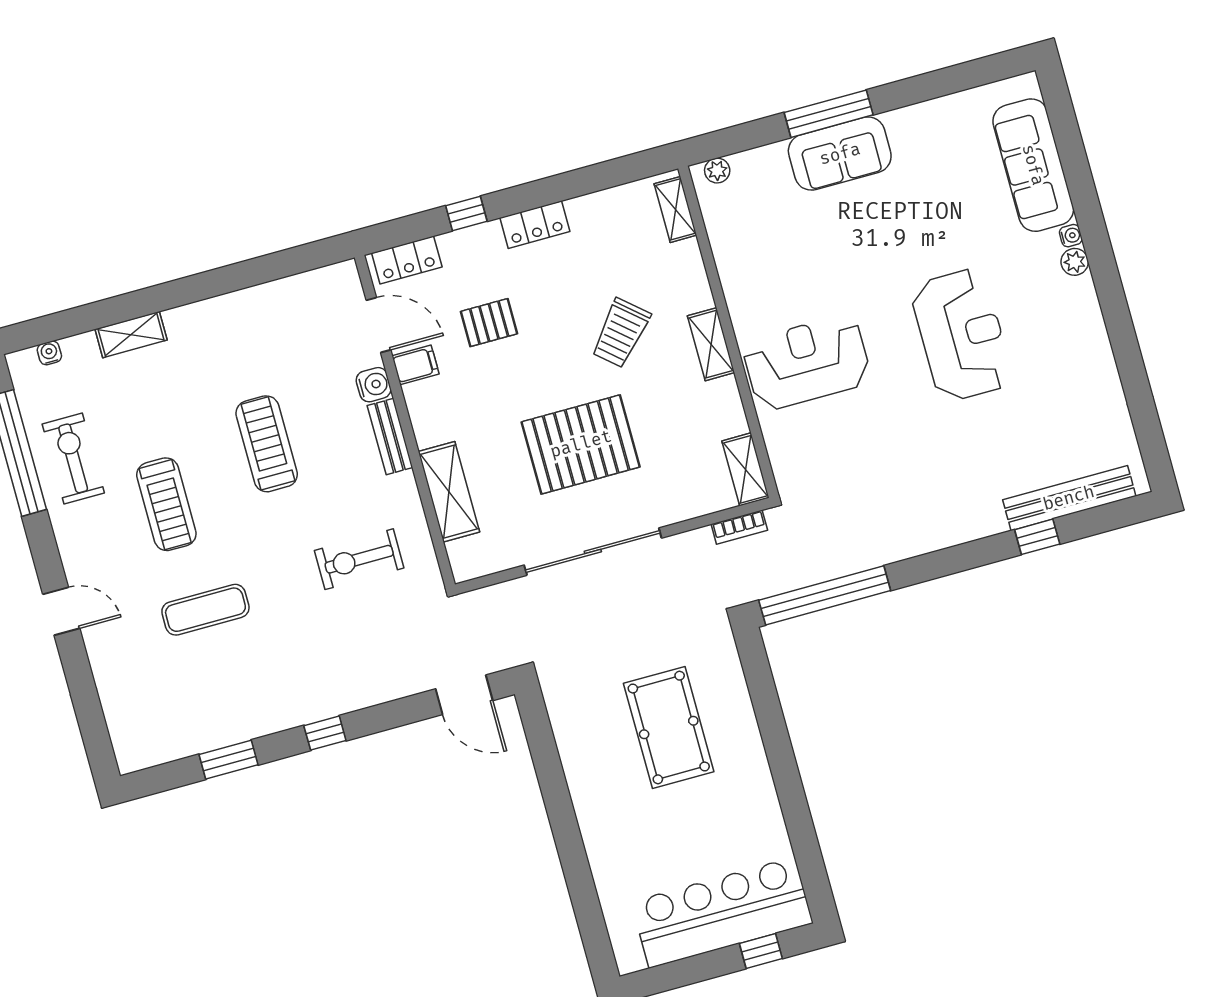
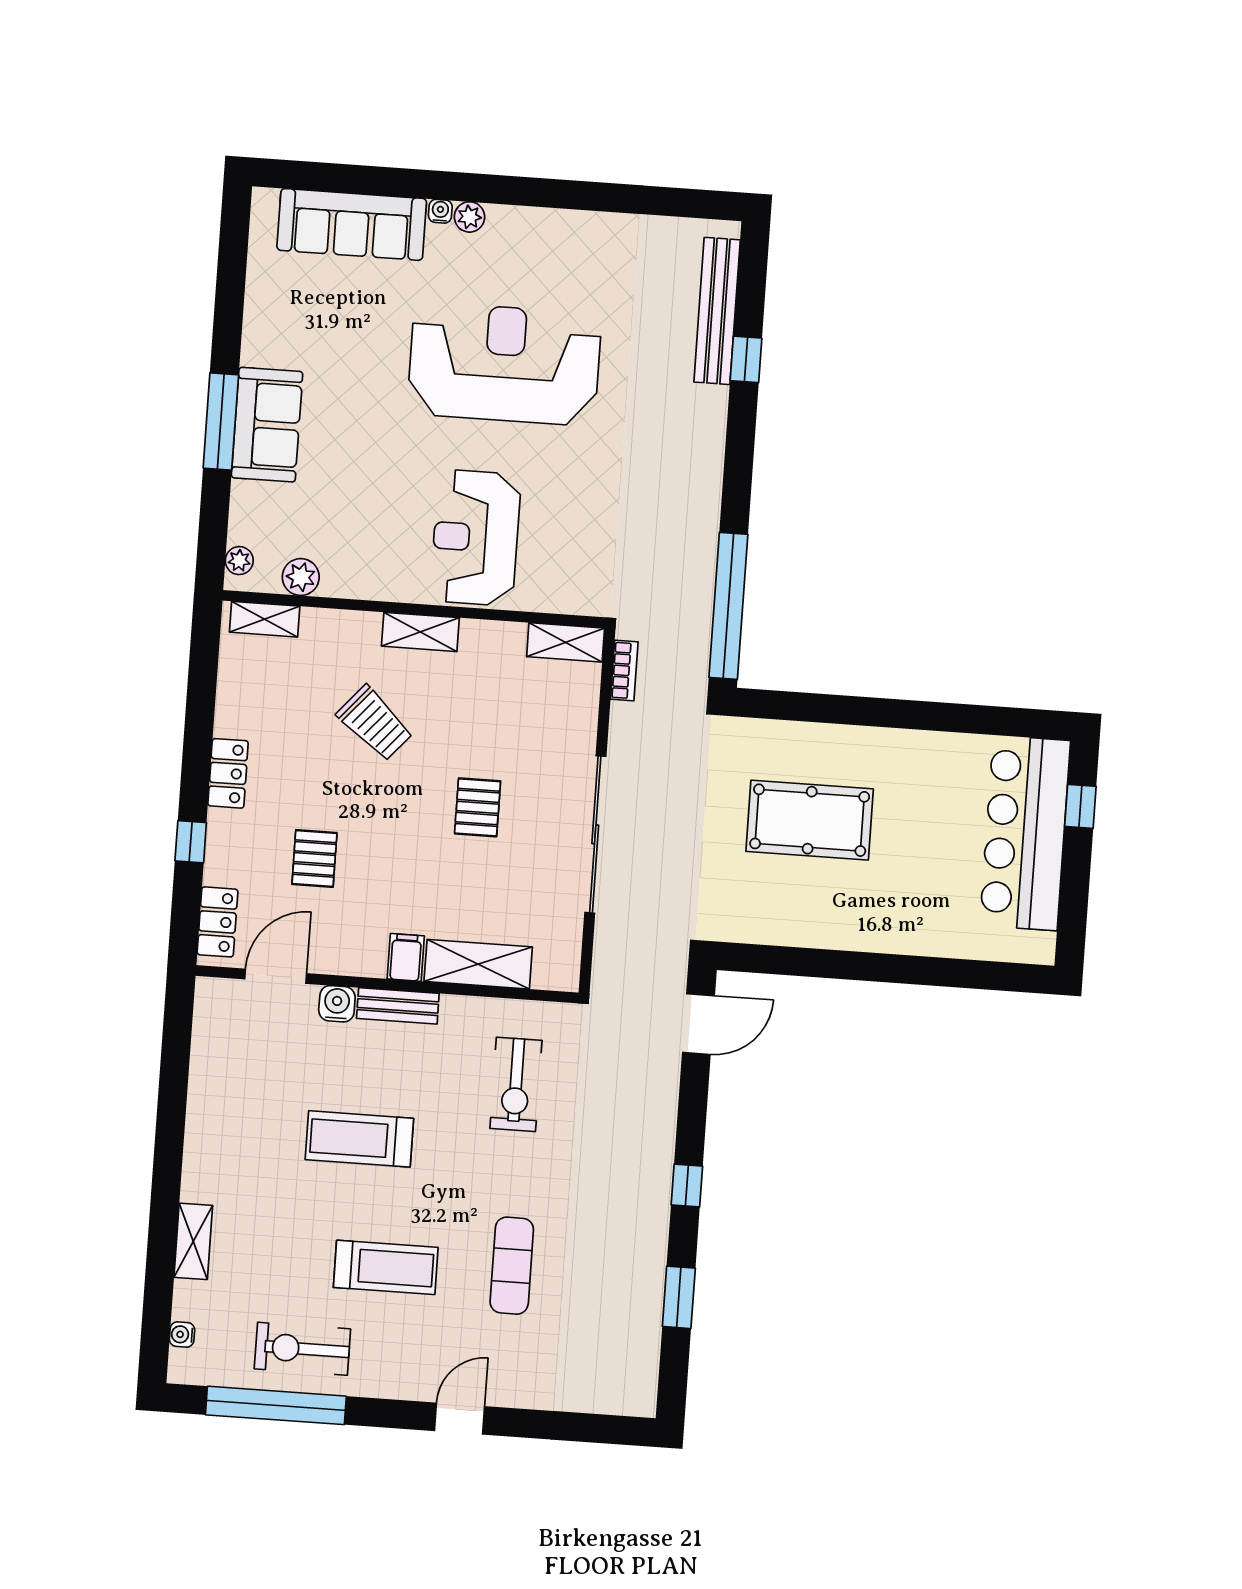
plant: (722, 227) -> (301, 577), added
reception desk: (962, 335) -> (504, 364), width x1.36, depth x1.30
filing cabinet: (415, 365) -> (406, 957), moved
pallet: (581, 444) -> (478, 807), width x0.49, depth x0.50

